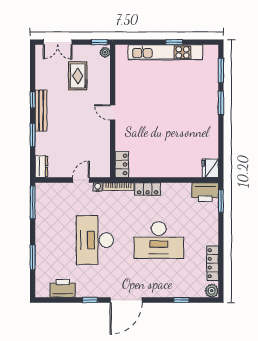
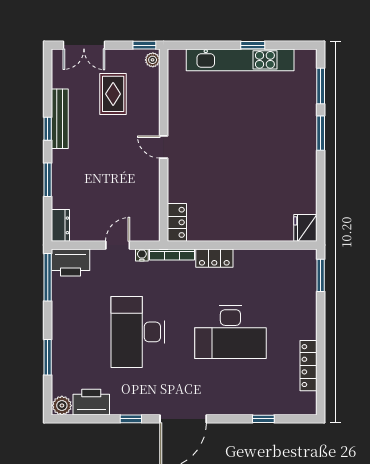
bench: (41, 111) -> (60, 119), moved
printer: (205, 192) -> (70, 262), moved
plant: (212, 291) -> (62, 406), moved

